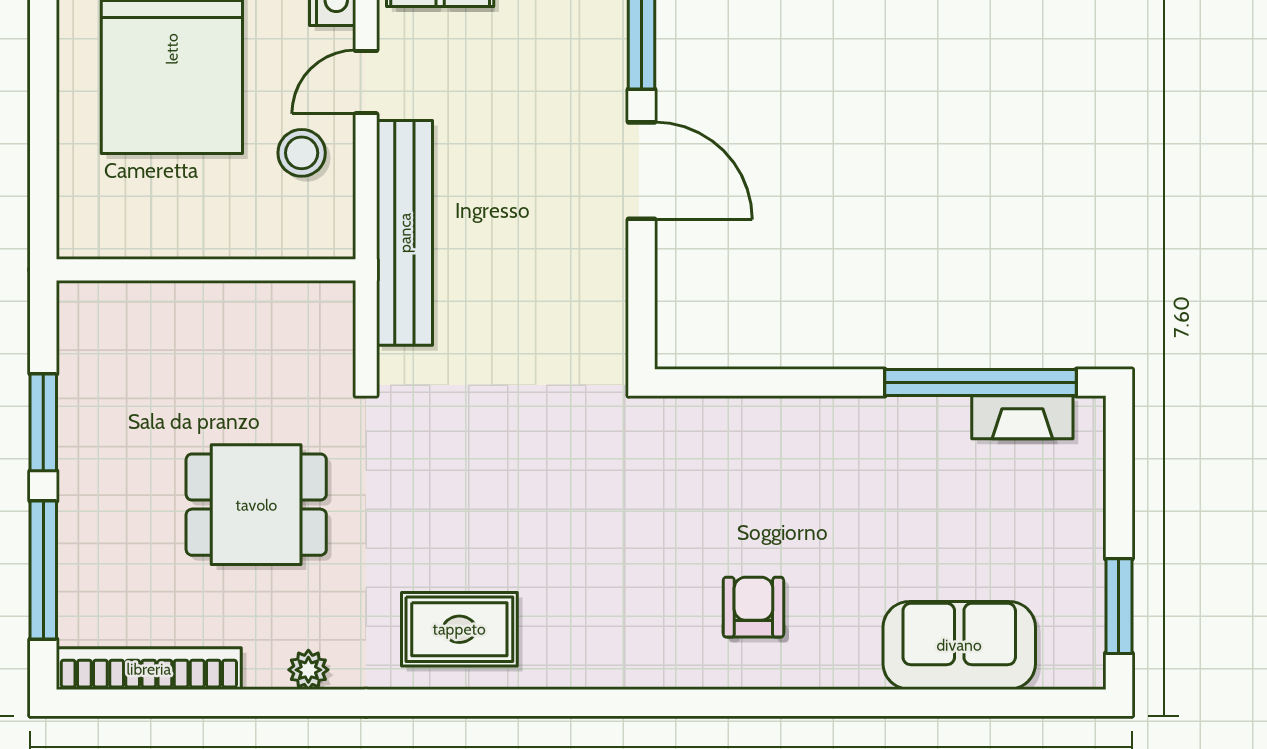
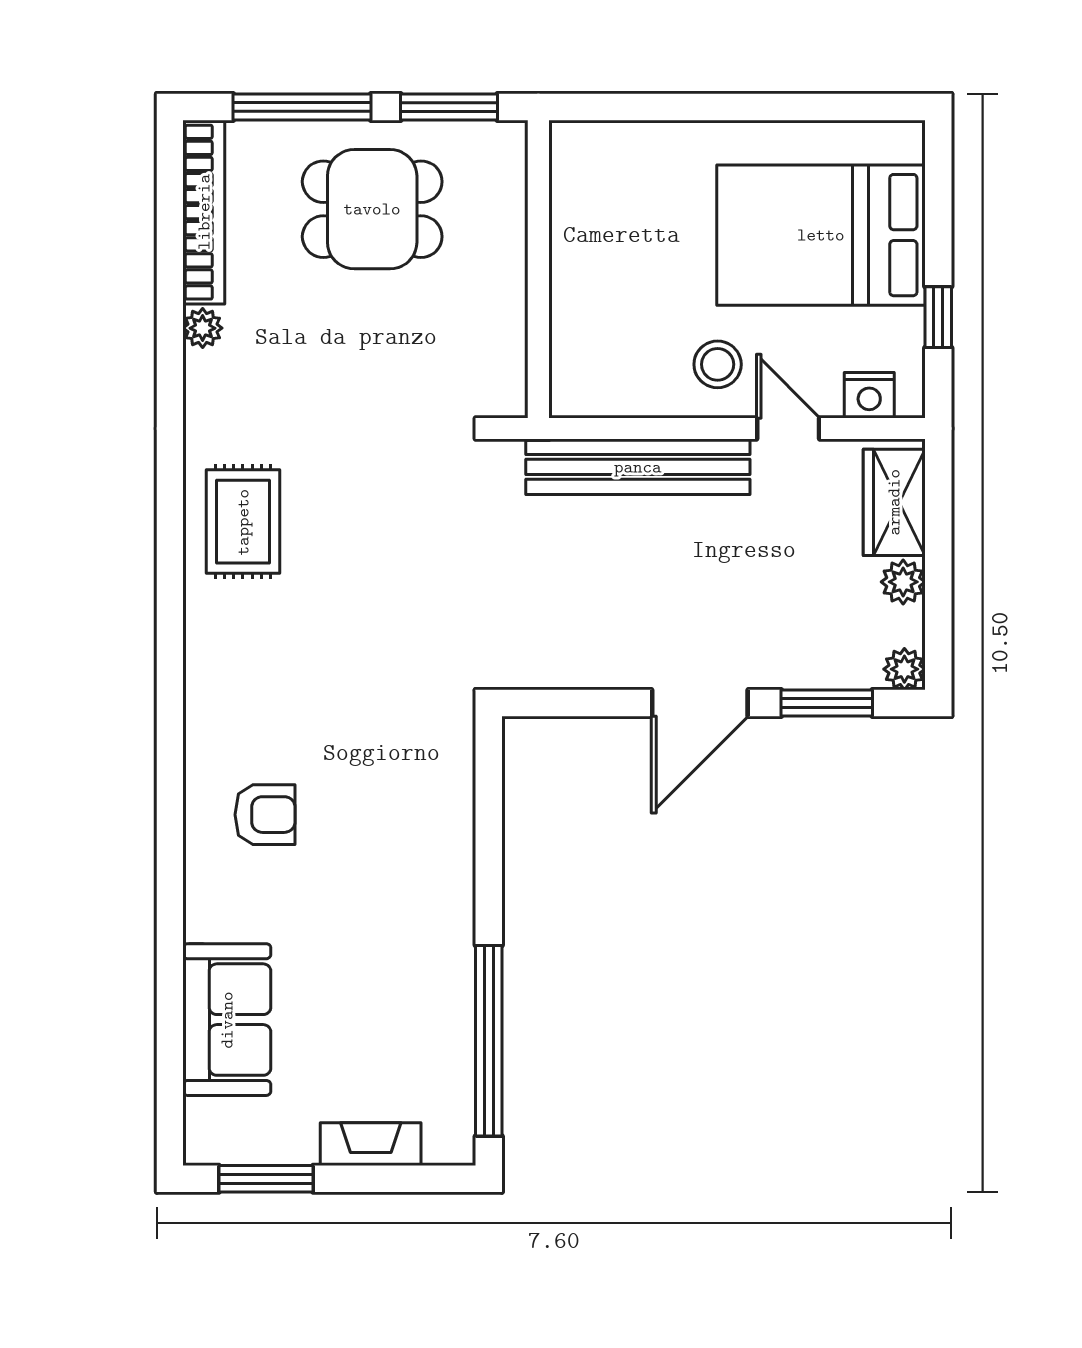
wall: (206, 270) -> (538, 269), moved
fireplace: (1022, 417) -> (371, 1144), moved, turned 90
dining table: (256, 505) -> (372, 209), moved, turned 90
plant: (308, 670) -> (203, 328), moved

